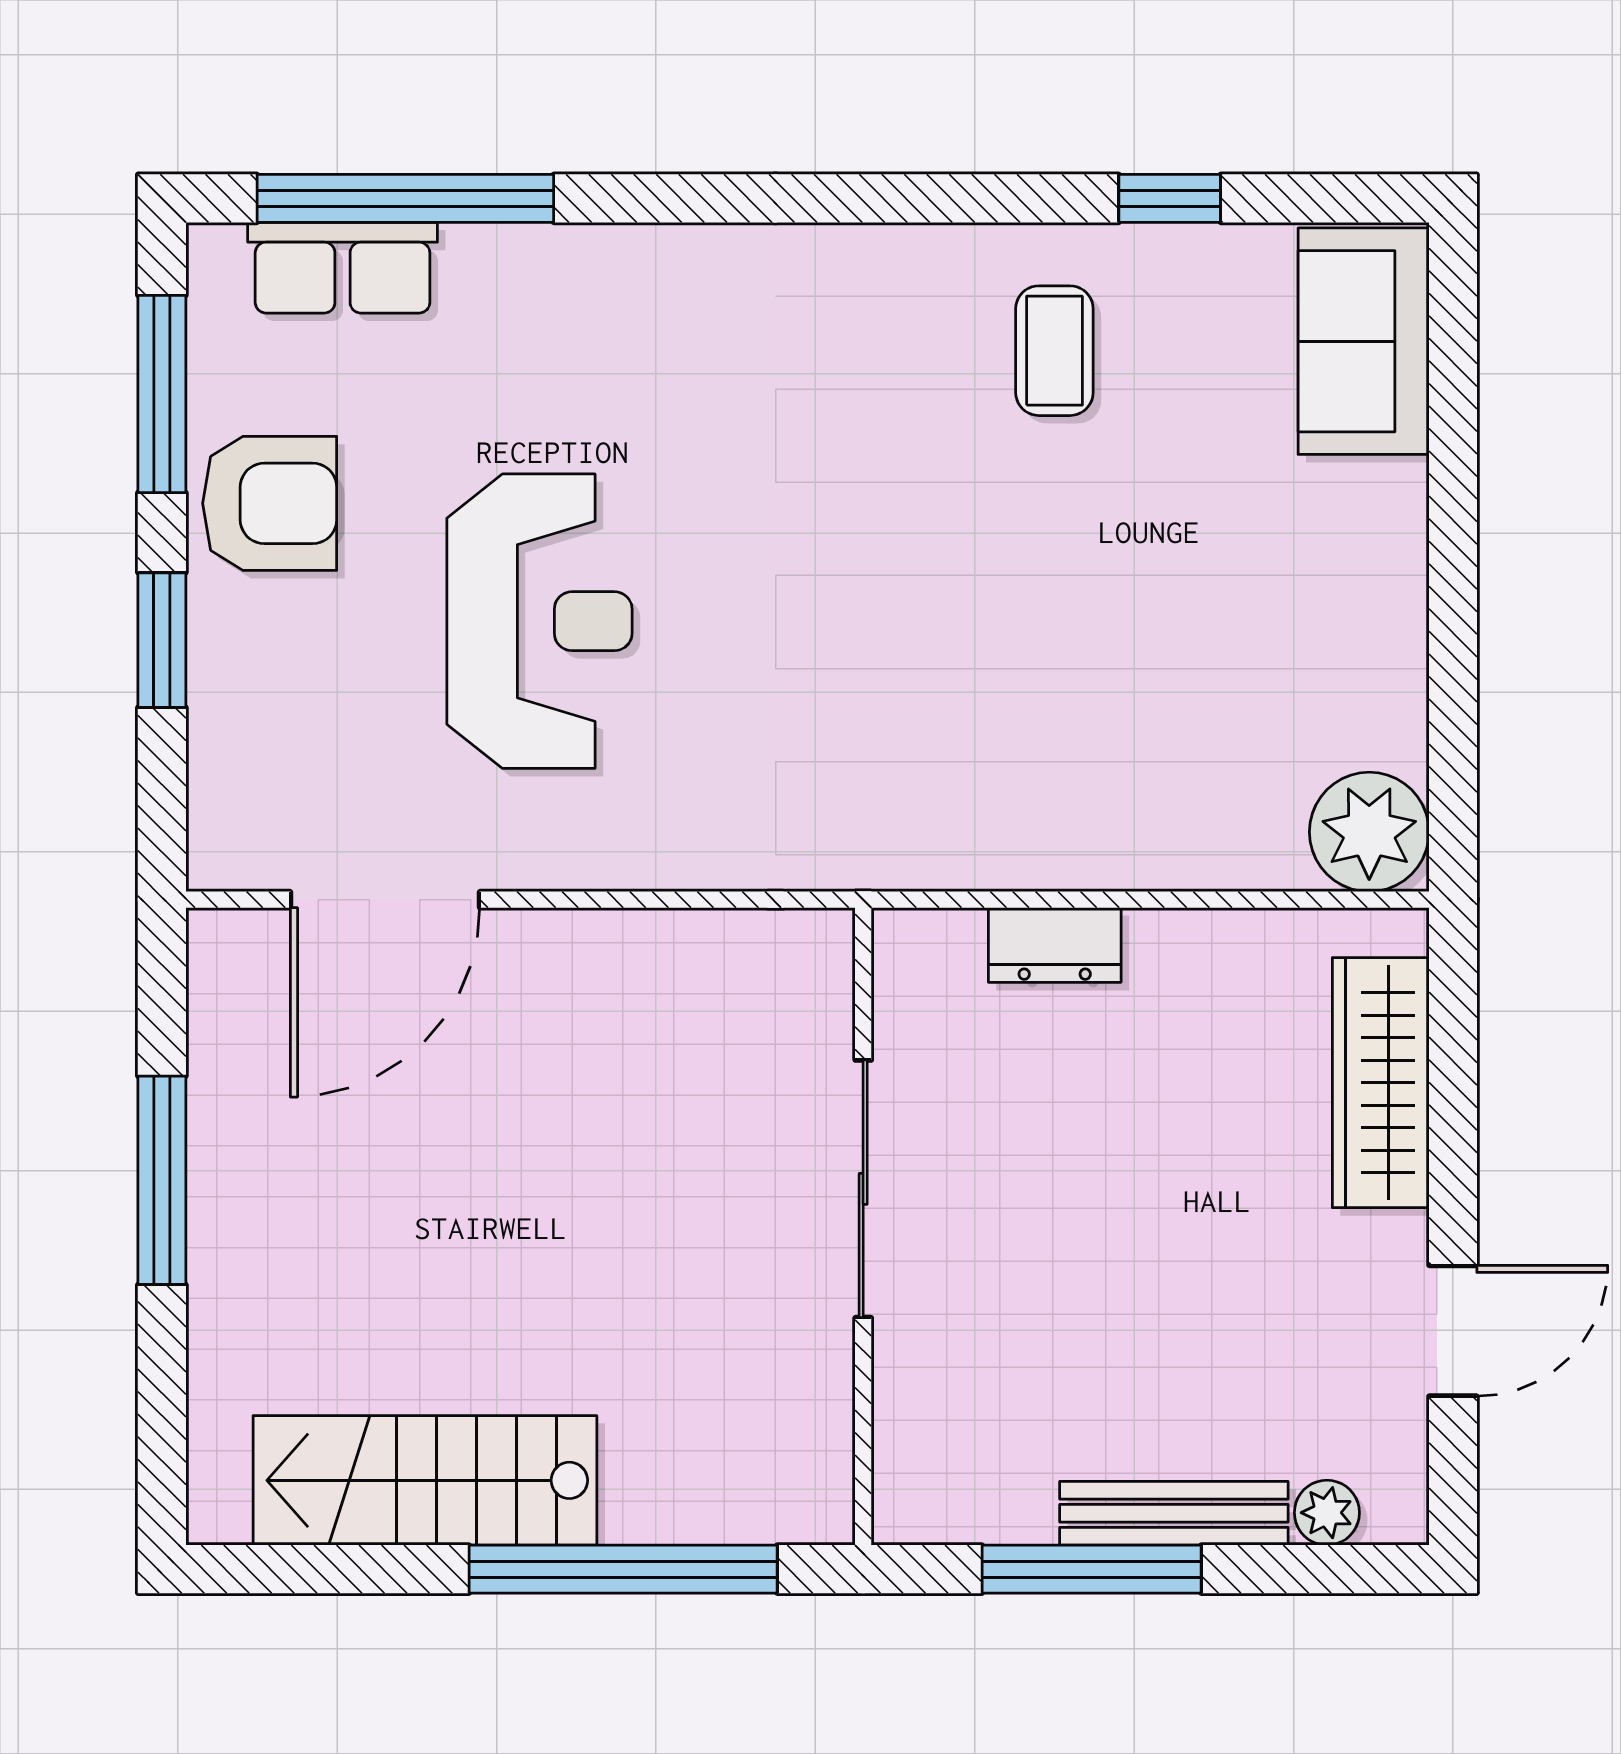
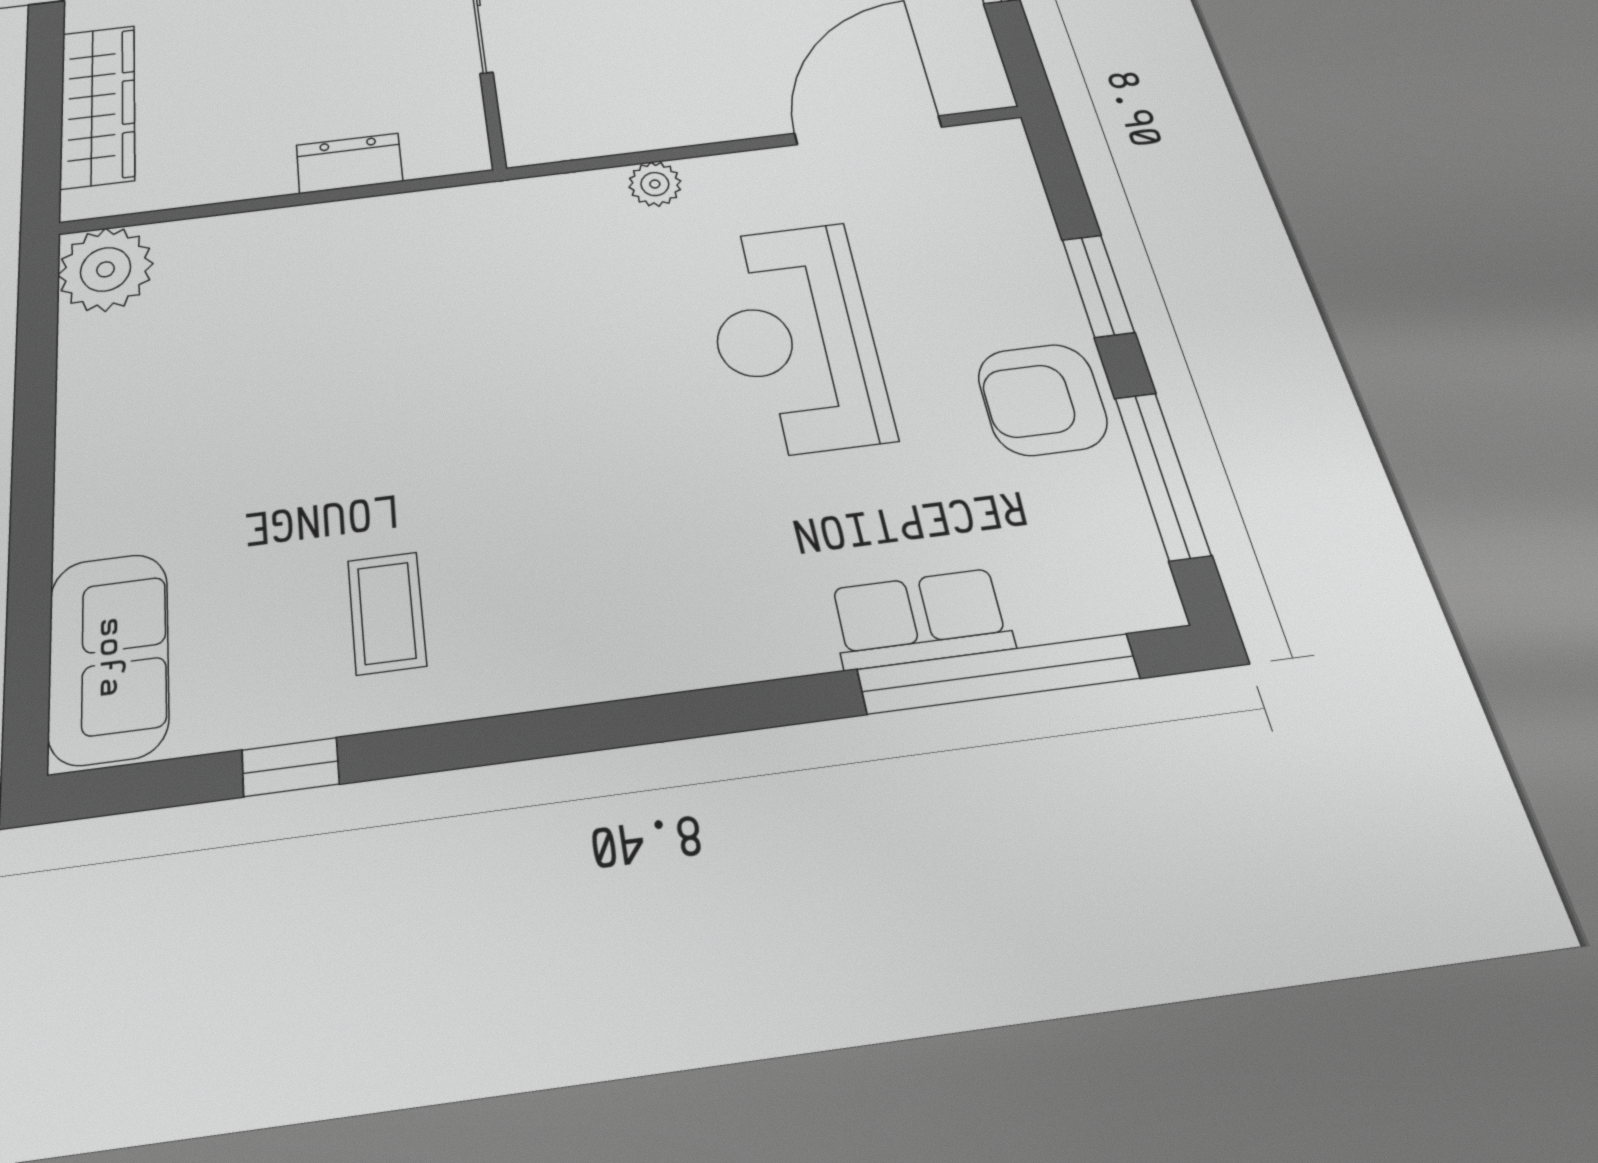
row of seats: (343, 268) -> (920, 619), moved
plant: (670, 858) -> (655, 184), added

